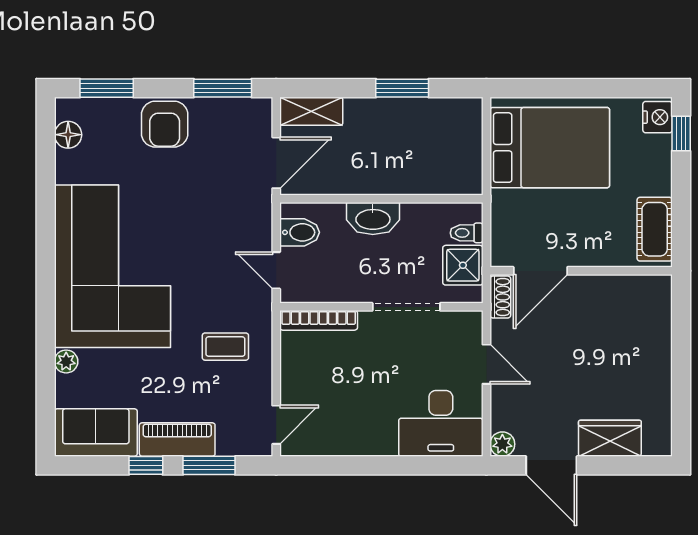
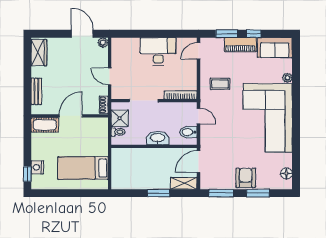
window: (107, 88) -> (258, 193), moved
window: (402, 88) -> (159, 193), moved
nightstand: (658, 117) -> (37, 167), moved
bed: (550, 148) -> (83, 168), width x0.67
cot: (655, 229) -> (45, 125), moved, turned 90
door: (540, 271) -> (71, 116), moved
bench: (660, 329) -> (36, 91), added
desk: (441, 423) -> (158, 51), moved
wardrobe: (610, 438) -> (39, 53), moved, turned -90

